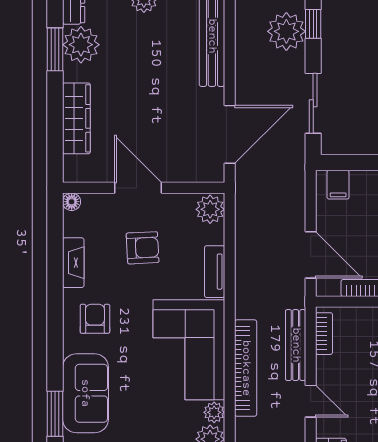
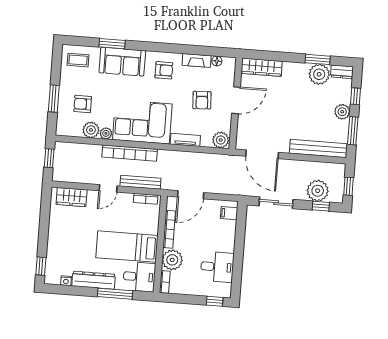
wardrobe: (76, 118) -> (262, 67), moved
floor lamp: (72, 202) -> (217, 61), moved

